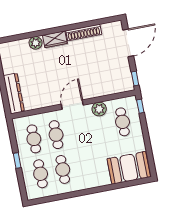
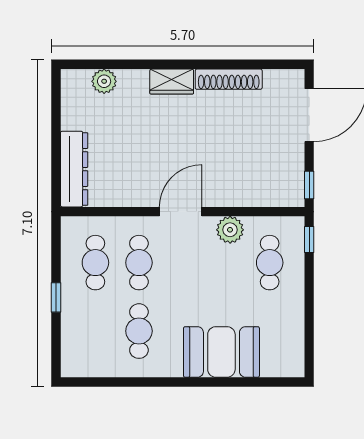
plant: (36, 43) -> (104, 81), moved
booth: (129, 168) -> (221, 352), moved
cafe table: (41, 174) -> (95, 331), removed

